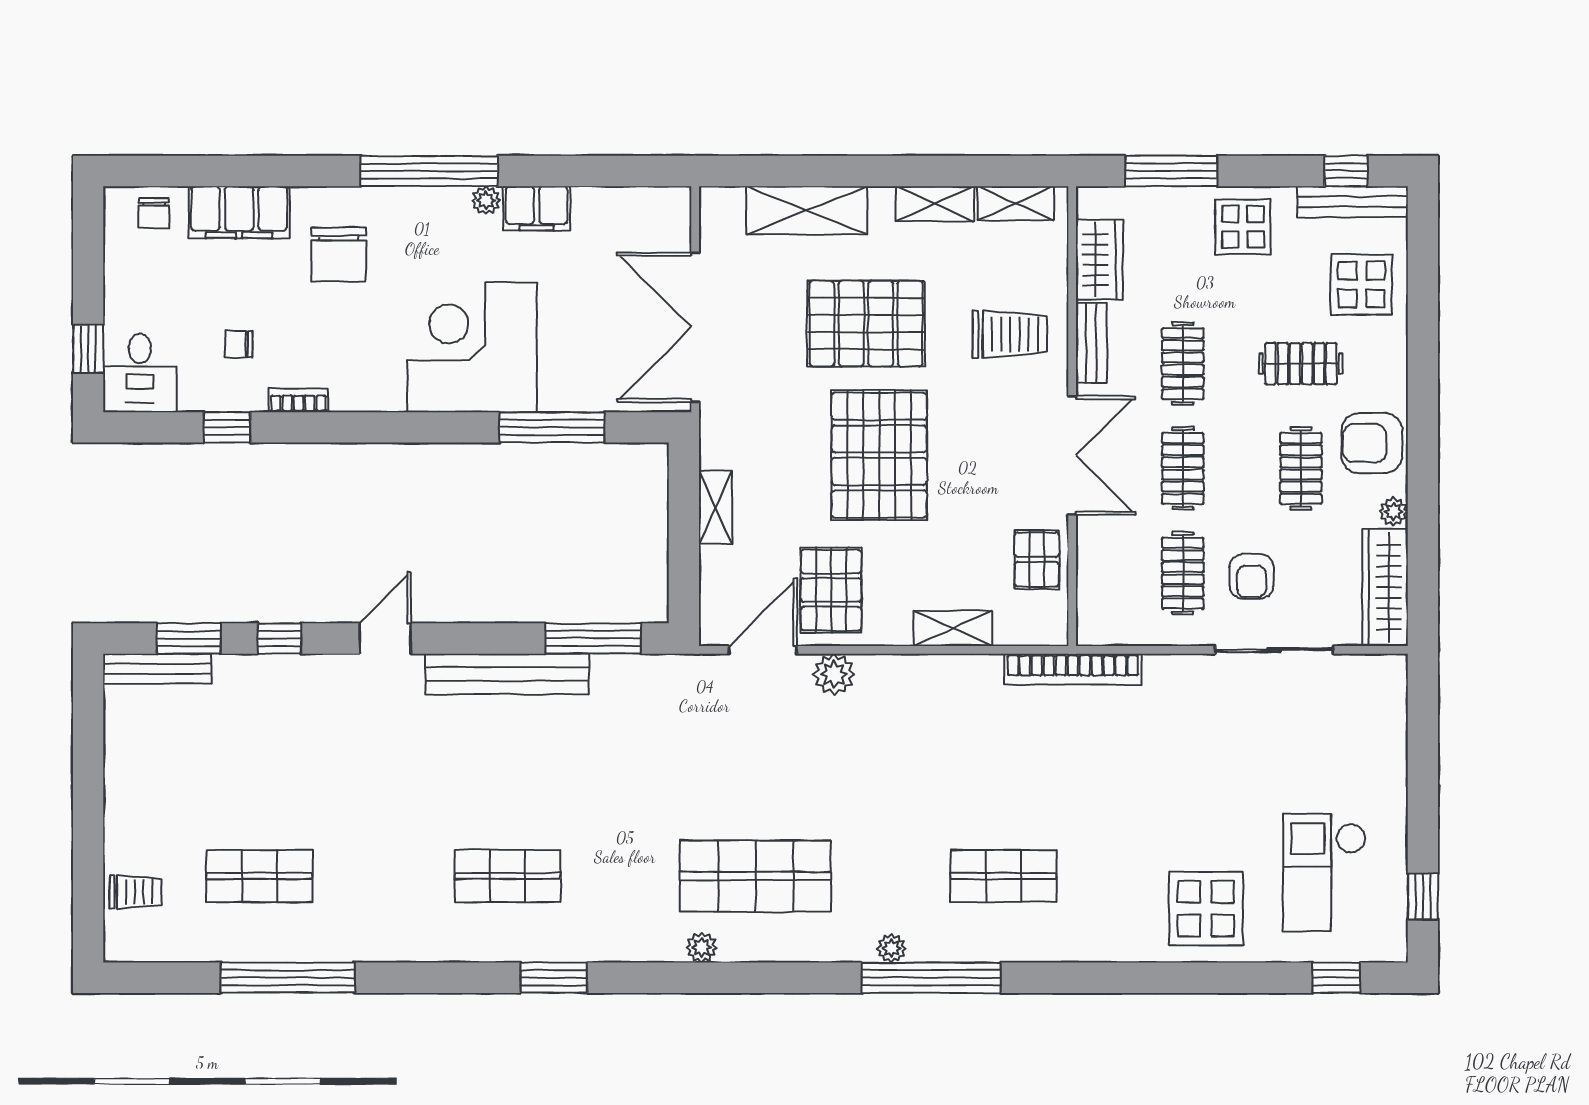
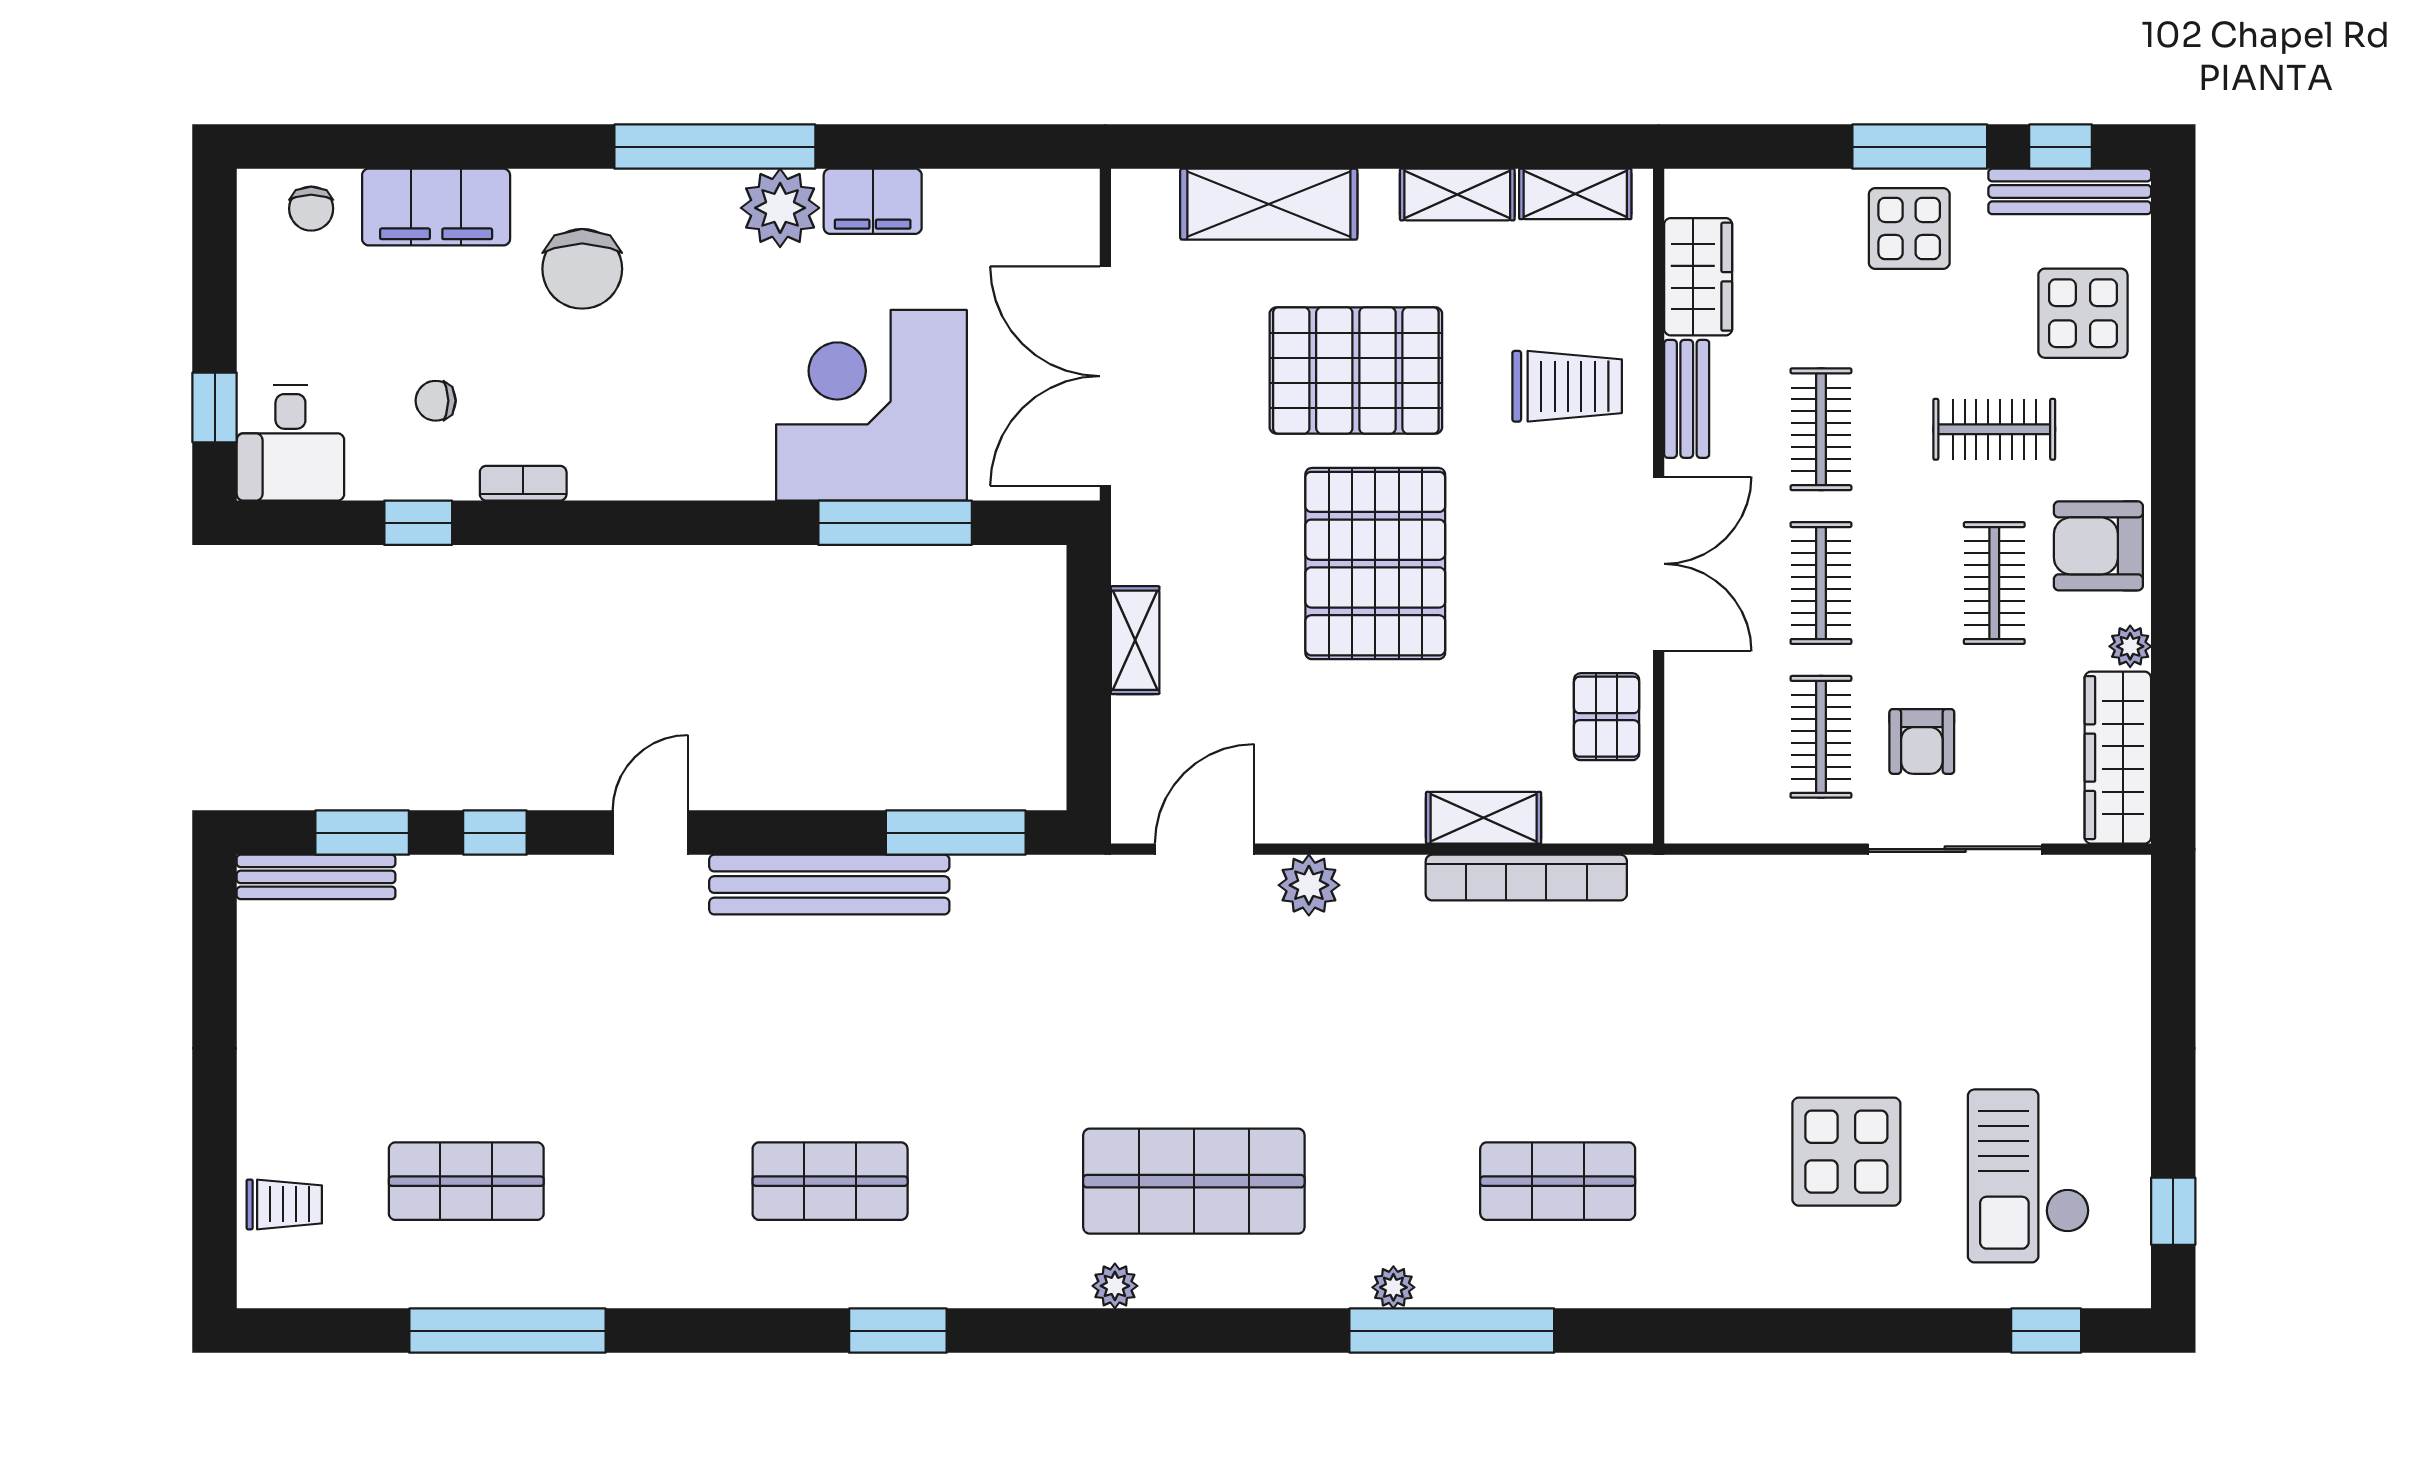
window: (1171, 171) -> (1920, 147), moved
plant: (486, 200) -> (780, 208), width x1.87, depth x1.87
corner desk: (472, 347) -> (872, 405), moved
pallet: (831, 590) -> (1305, 762), removed
bookcase: (1073, 669) -> (1526, 878), moved
display table: (1206, 909) -> (1846, 1152), moved

